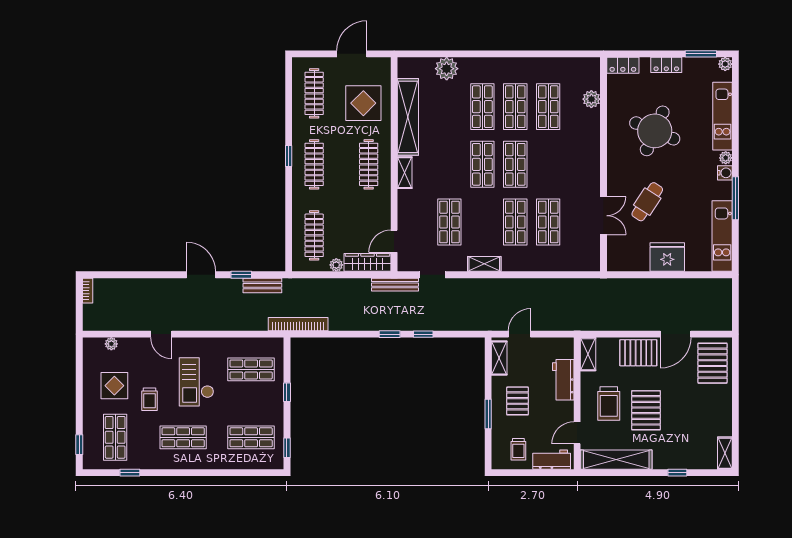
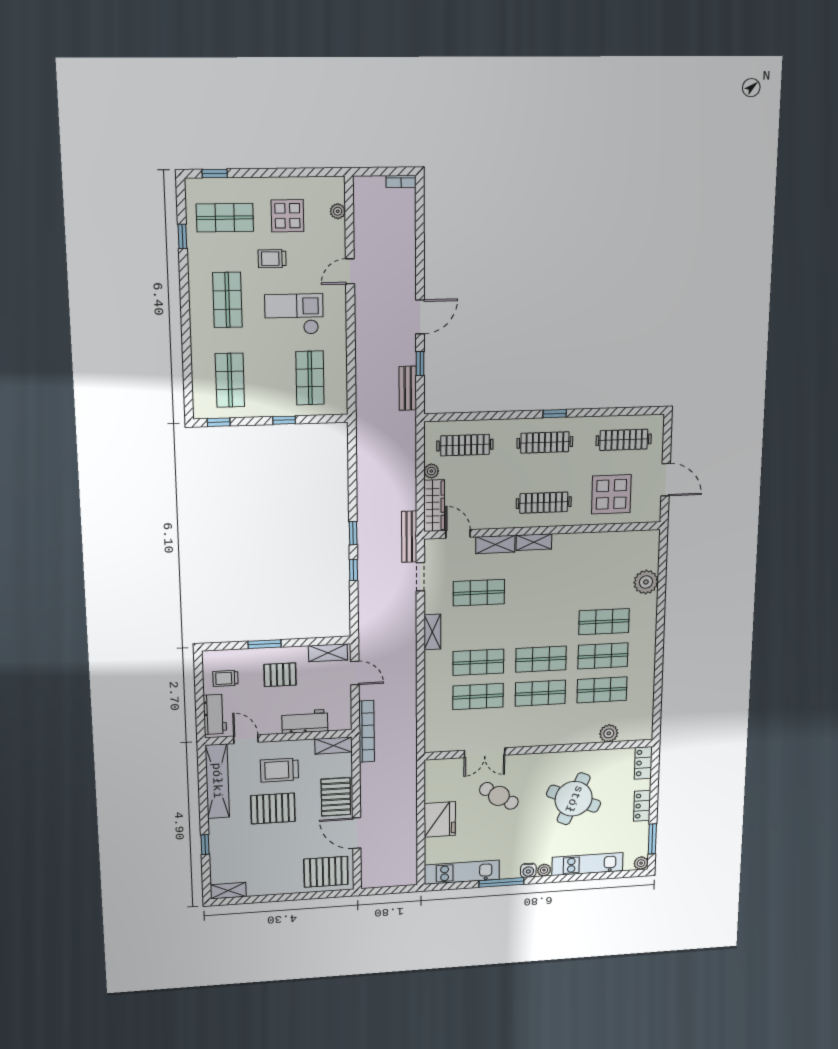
shelving: (408, 117) -> (495, 544), moved, width x0.45, depth x0.75
shop shelf: (482, 164) -> (540, 693), moved
bookcase: (298, 324) -> (367, 731), moved

